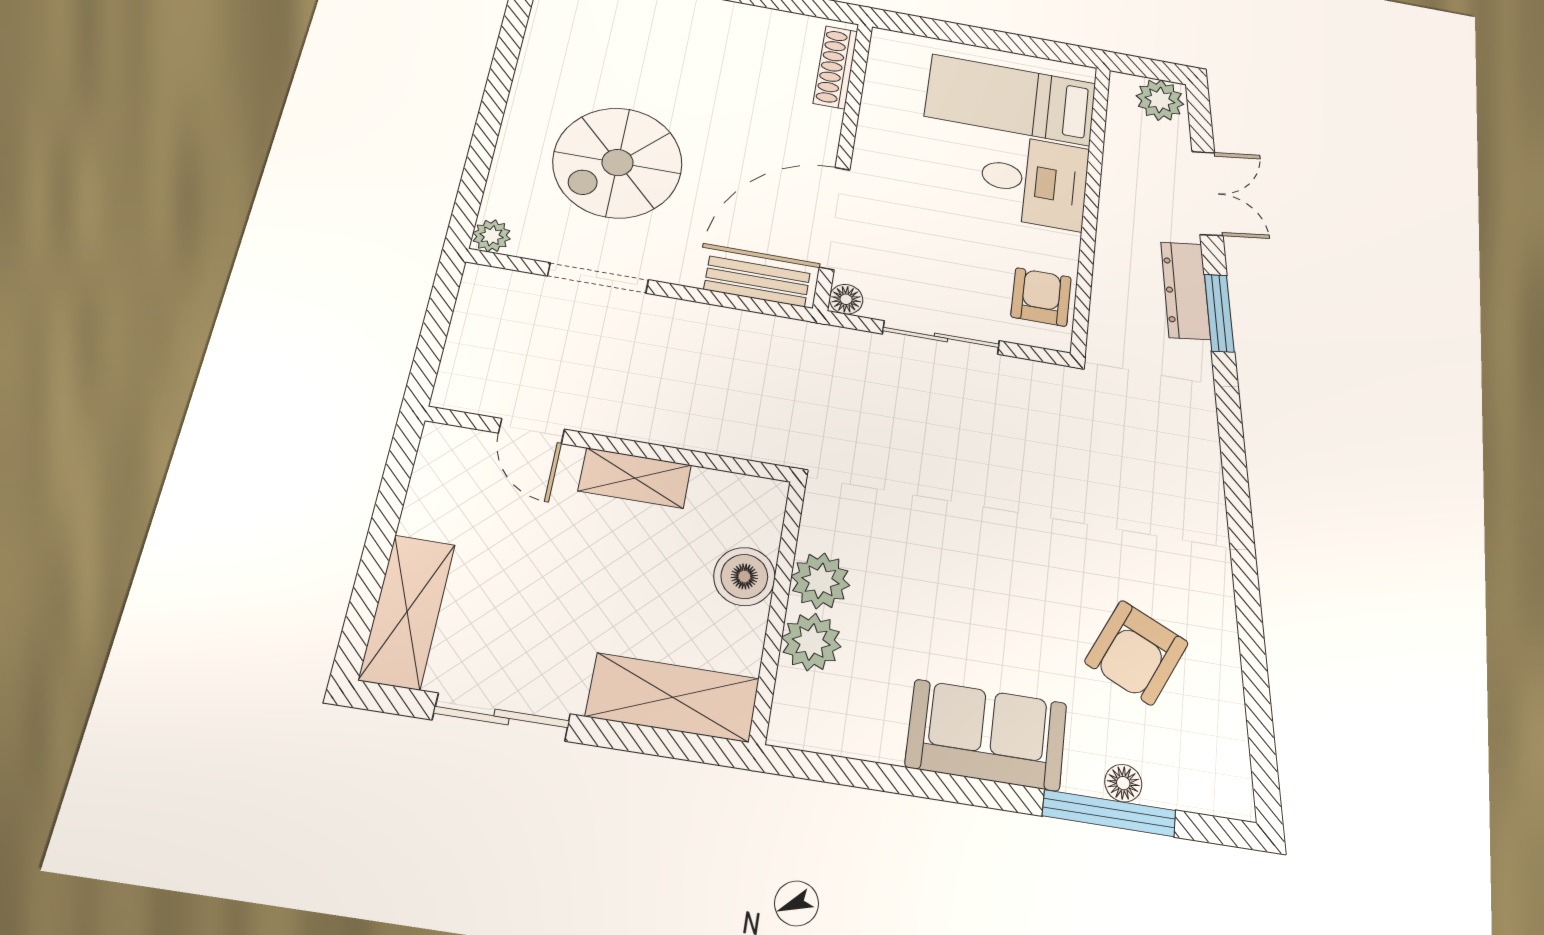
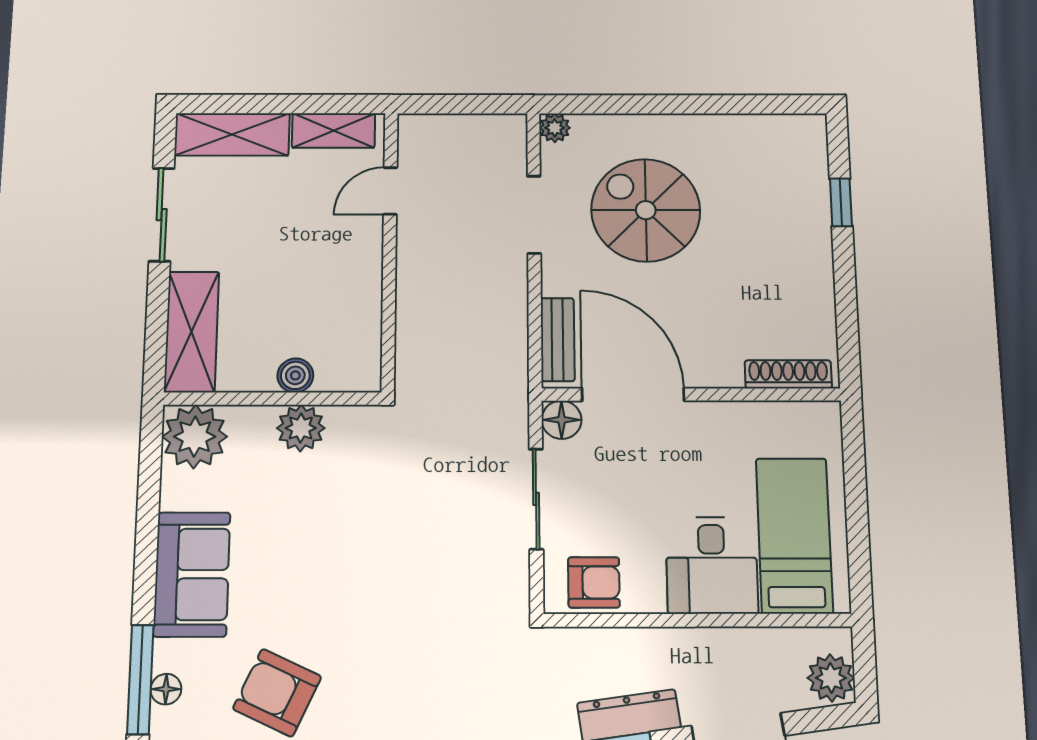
floor lamp: (846, 299) -> (562, 420), width x1.37, depth x1.37
shelving: (635, 478) -> (334, 131), moved, turned 90
boiler: (744, 576) -> (295, 375), width x0.73, depth x0.73
plant: (811, 642) -> (195, 437), moved, width x1.36, depth x1.36

